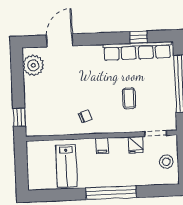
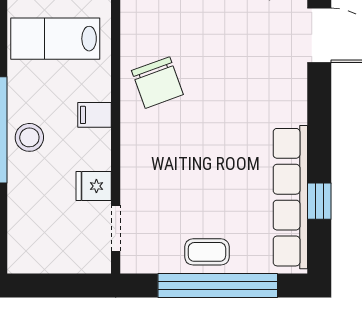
coffee table: (129, 98) -> (207, 252), moved
chair: (85, 116) -> (157, 83), width x1.87, depth x1.87
stool: (166, 162) -> (29, 137), moved

